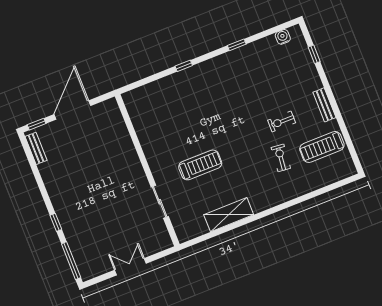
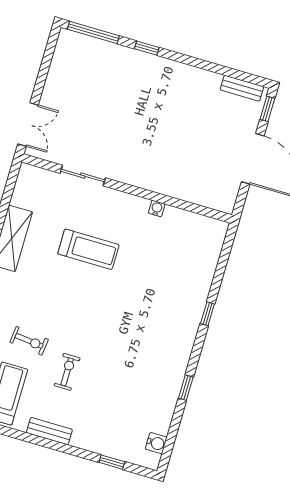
water cooler: (145, 144) -> (157, 208), added
treadmill: (200, 165) -> (88, 249), turned -90
double door: (130, 267) -> (28, 124), moved

